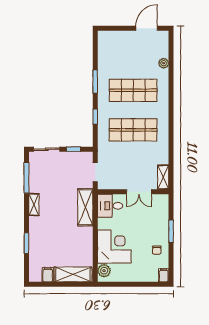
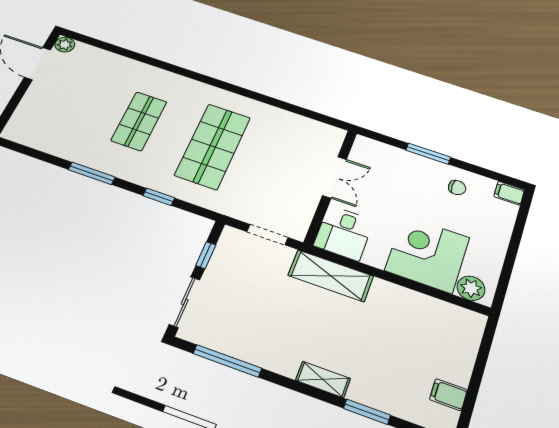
plant: (164, 63) -> (65, 45), moved
shop shelf: (133, 90) -> (139, 121), width x0.70, depth x0.74
shelving: (163, 177) -> (322, 131), removed
shelving: (34, 205) -> (323, 379), moved
shelving: (73, 274) -> (462, 347), removed

